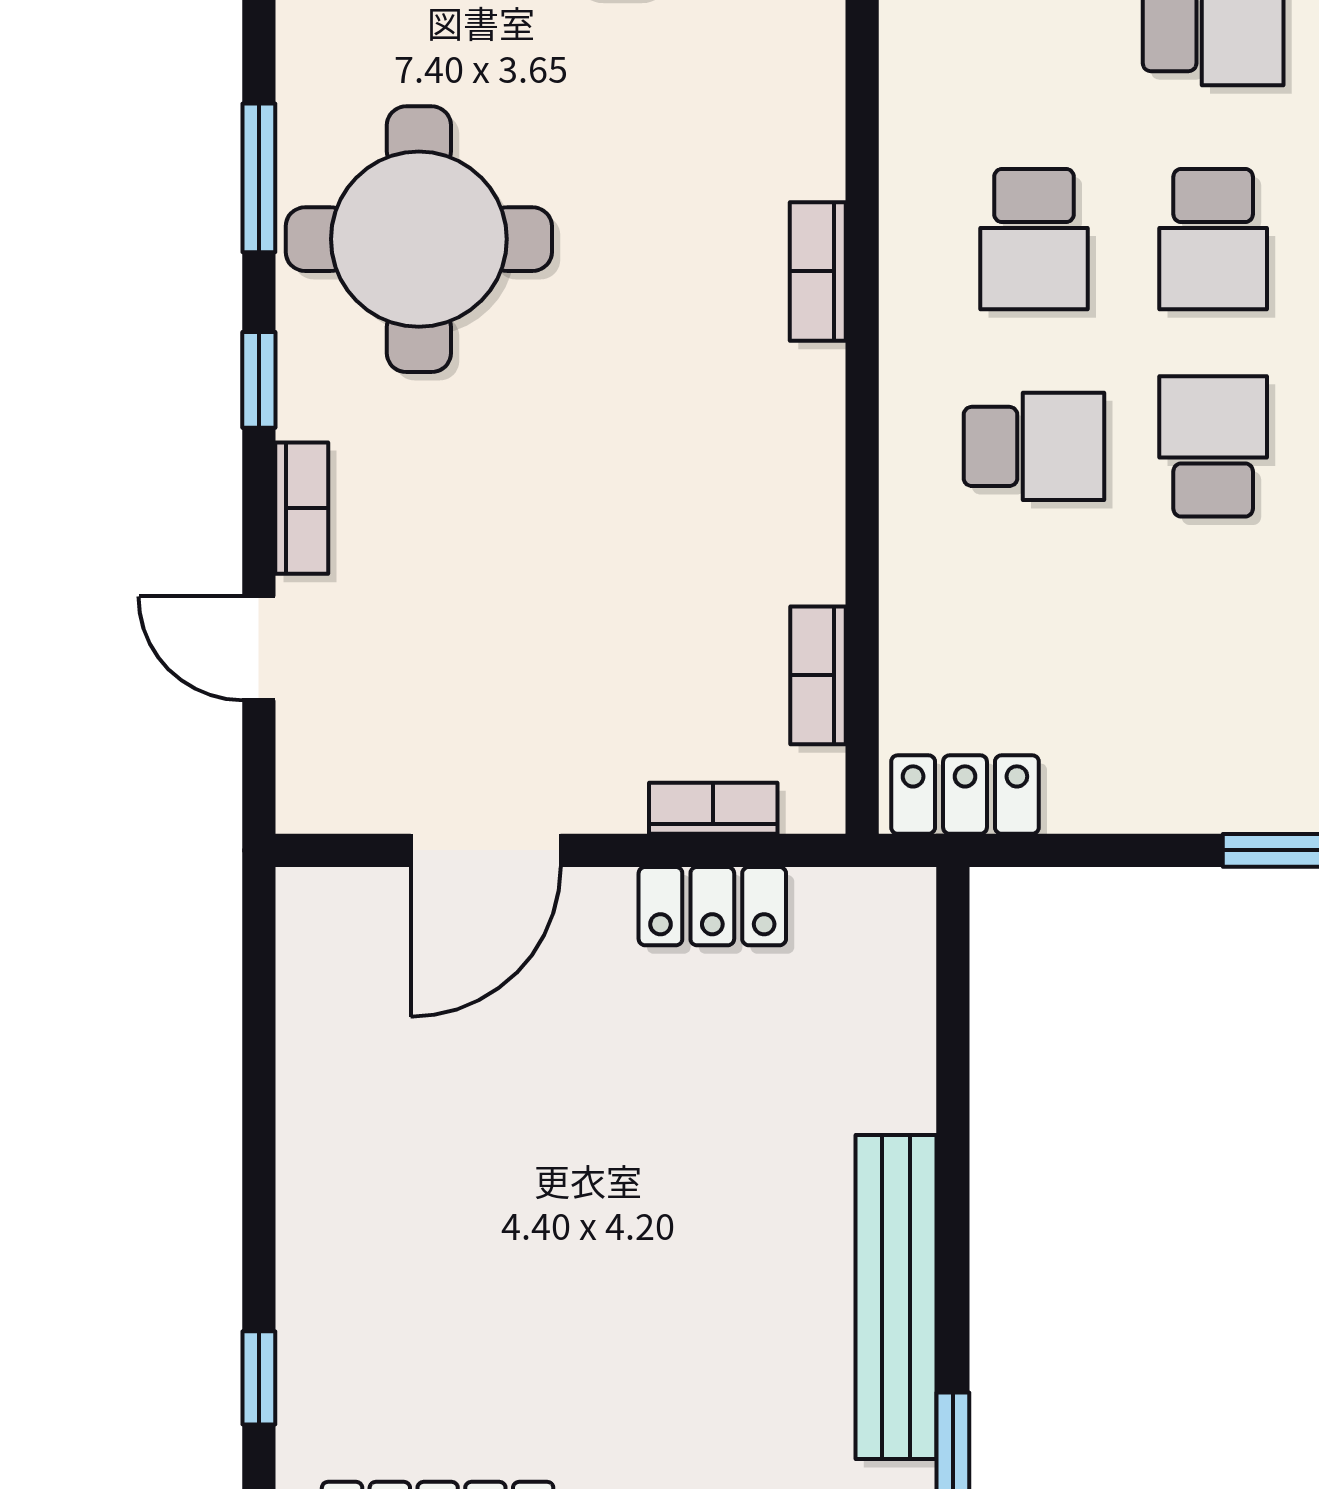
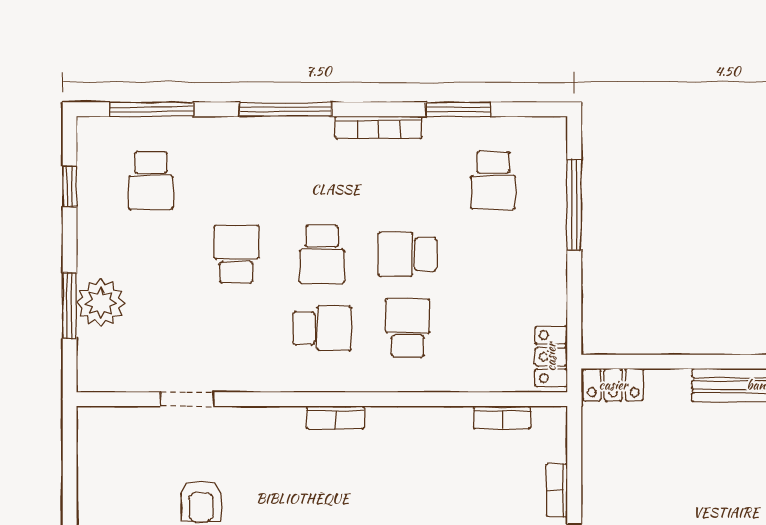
school desk: (1213, 239) -> (322, 254), turned 90
bookcase: (713, 808) -> (557, 490), moved
locker: (712, 906) -> (613, 385), moved, turned 90

